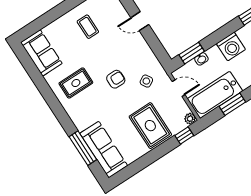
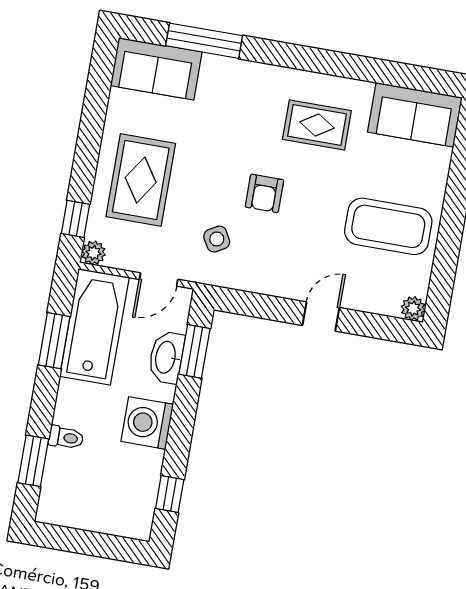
coffee table: (88, 27) -> (388, 226), width x1.86, depth x1.72
washbasin: (201, 59) -> (166, 357), width x1.91, depth x1.45
rug: (76, 83) -> (317, 125), turned 90
rug: (150, 126) -> (141, 180), turned 90
sofa: (104, 150) -> (156, 69), width x0.73

